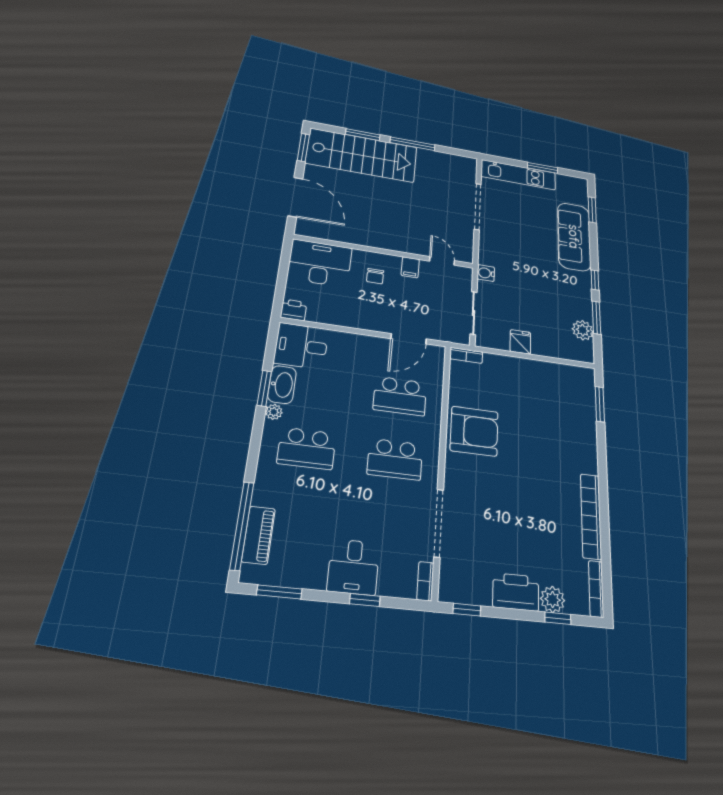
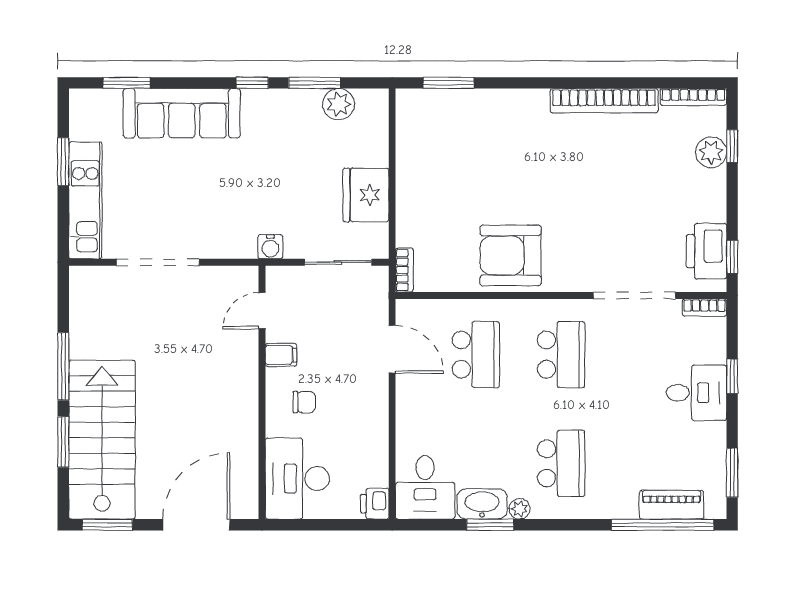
fridge: (520, 342) -> (366, 195), width x1.88, depth x1.34
armchair: (474, 431) -> (511, 255), turned -90
printer: (516, 592) -> (707, 251), moved

